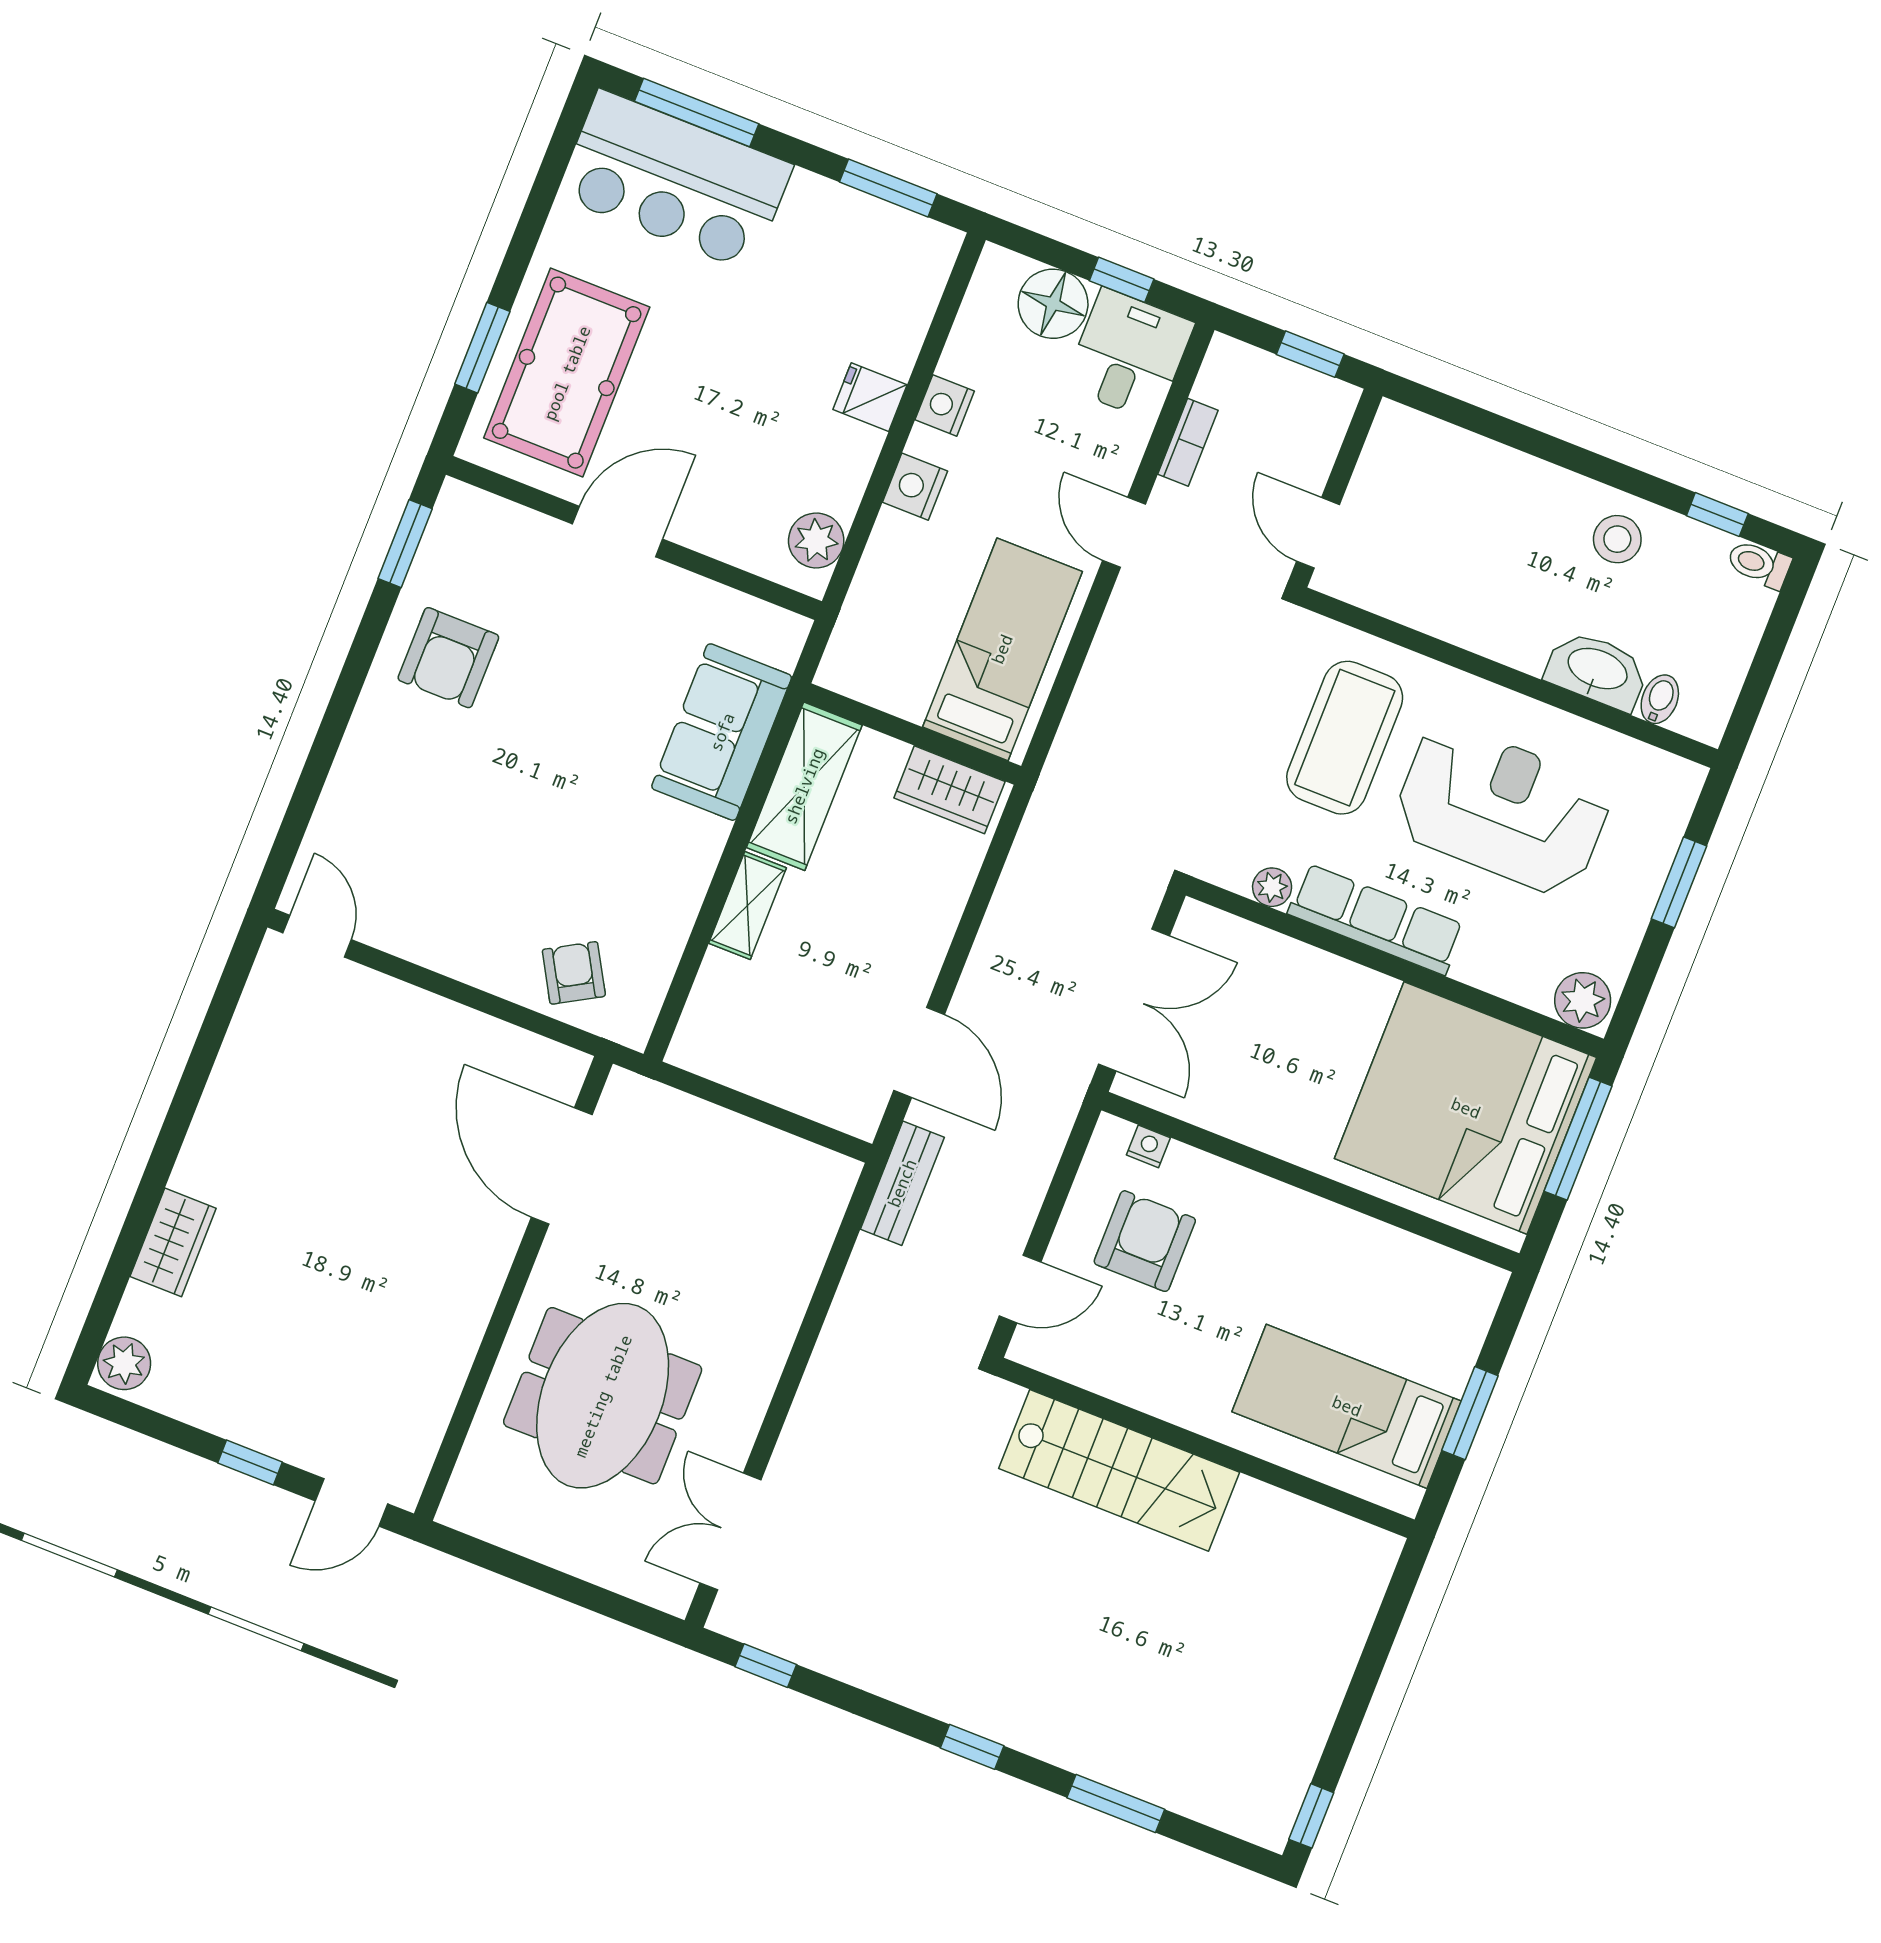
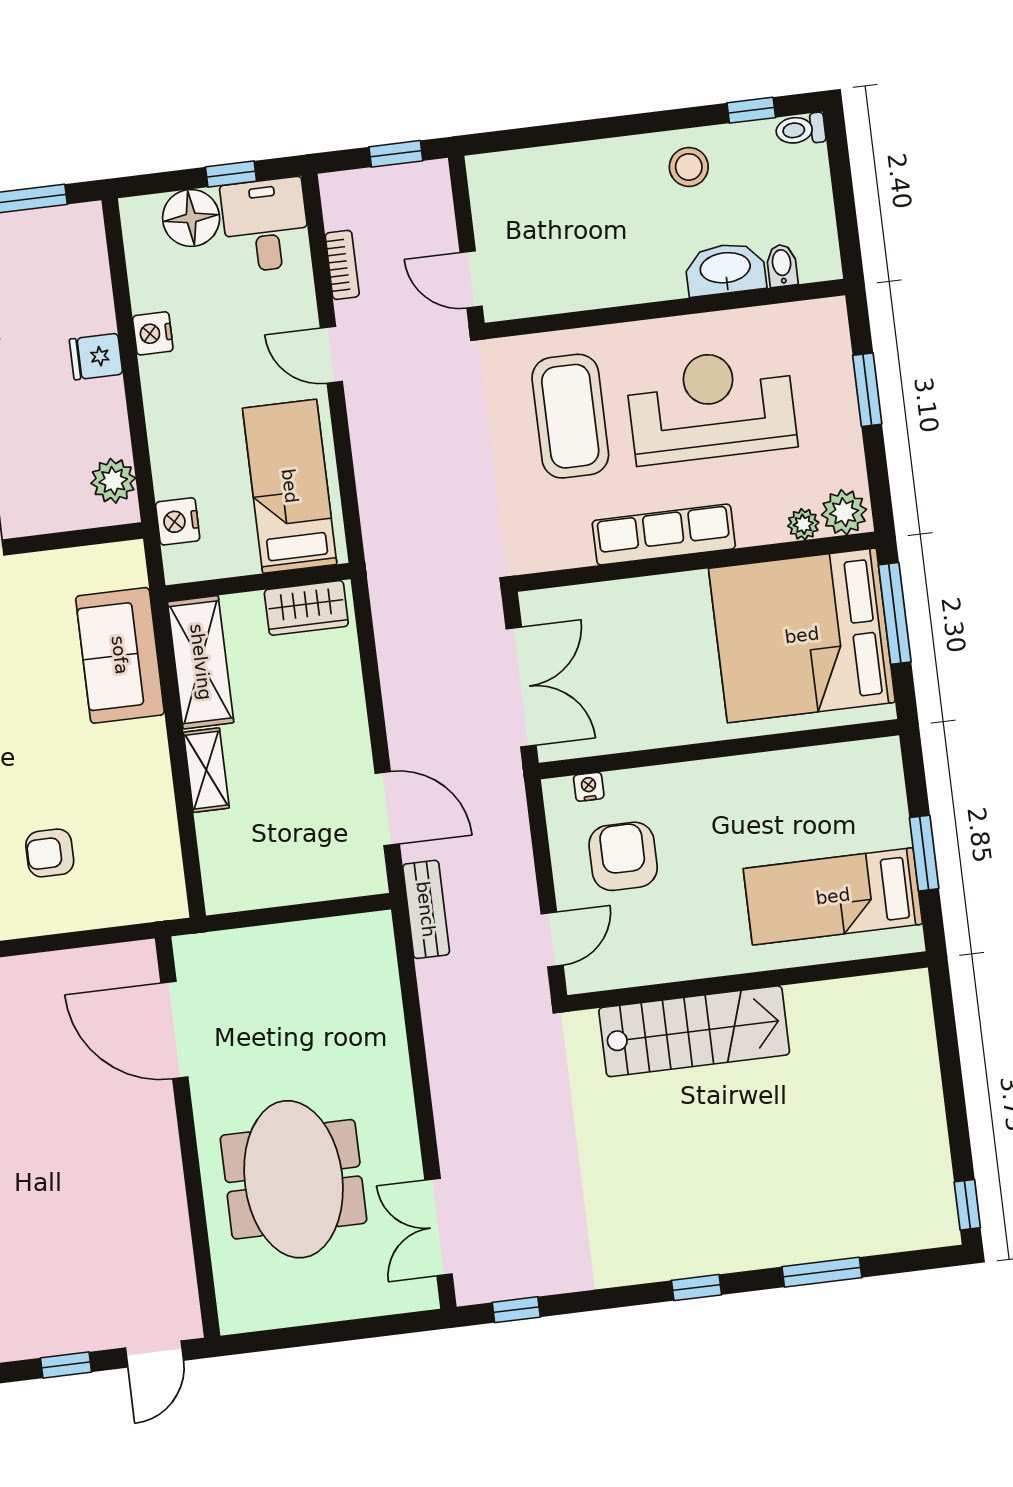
nightstand: (915, 487) -> (178, 521), moved
plant: (1272, 887) -> (803, 524), moved
armchair: (574, 973) -> (50, 853), moved, turned -60

